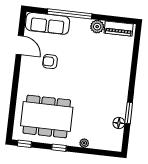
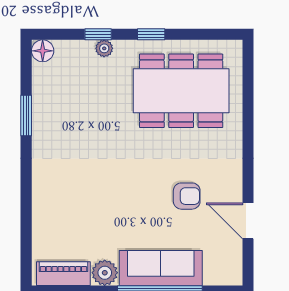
sofa: (48, 23) -> (161, 268), moved
floor lamp: (119, 123) -> (43, 51), moved
window: (24, 144) -> (98, 34), moved

